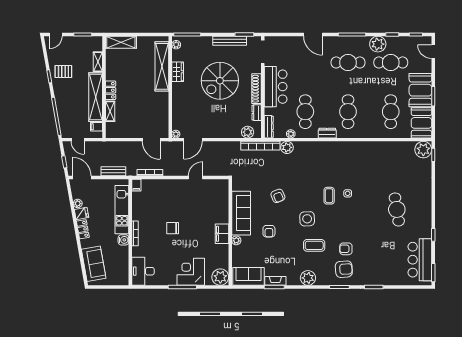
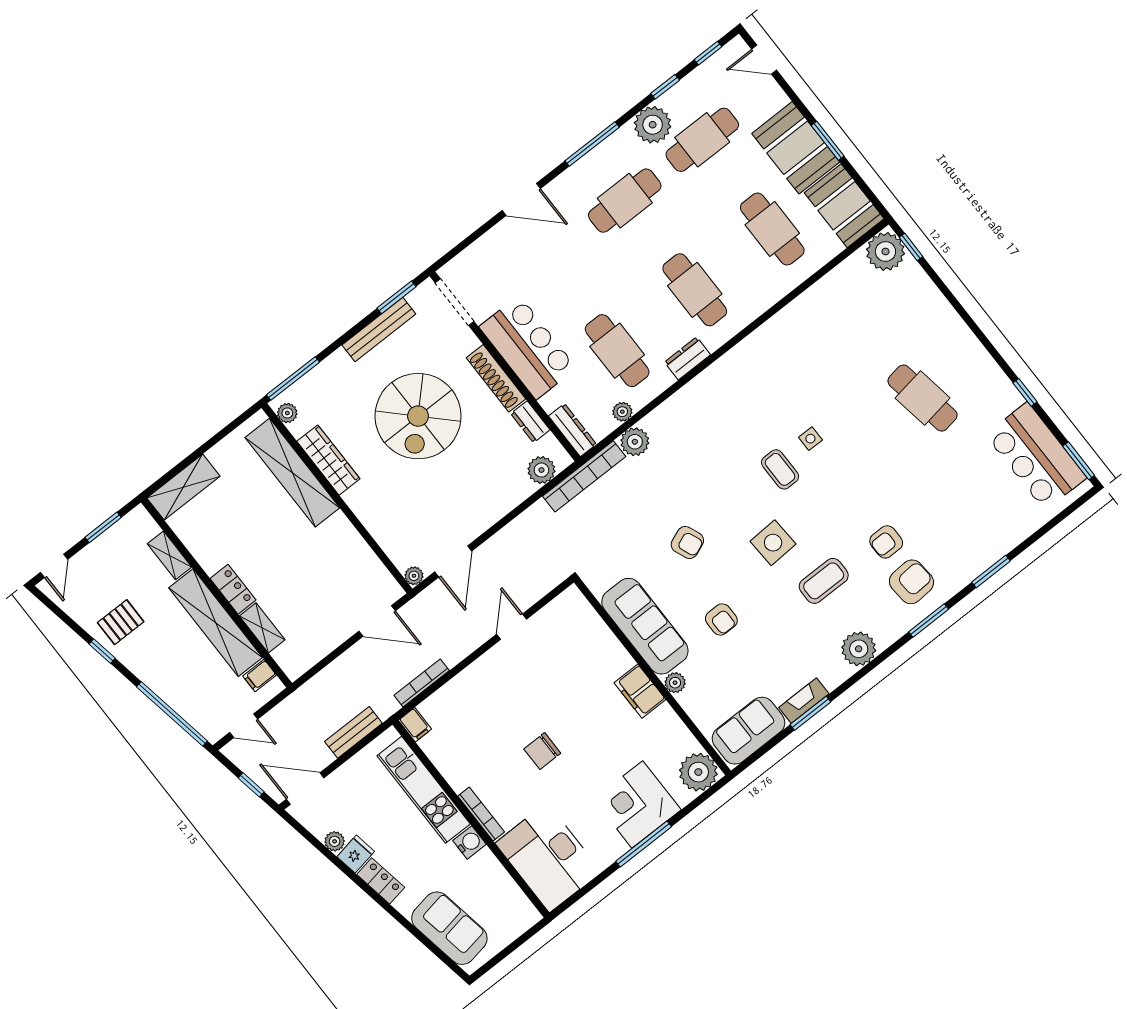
wardrobe: (178, 72) -> (328, 460), width x1.50
desk: (143, 271) -> (548, 858), width x1.36, depth x1.30

